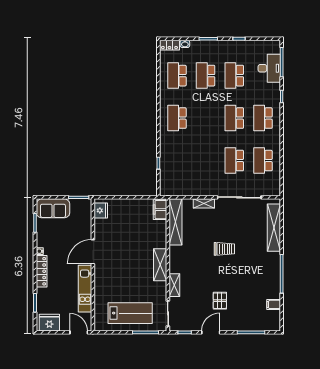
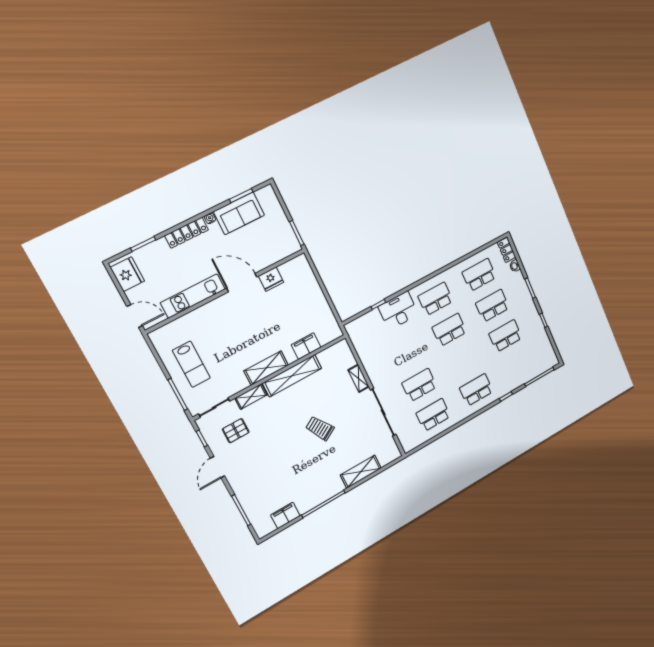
desk: (269, 68) -> (398, 311), moved, turned 180
school desk: (234, 118) -> (449, 330), moved
sofa: (53, 208) -> (239, 213), moved, turned -90
fridge: (101, 210) -> (271, 279), moved
filing cabinet: (160, 210) -> (306, 346), moved
shelving: (176, 222) -> (292, 376), moved
shelving: (274, 228) -> (361, 472), width x0.68
trolley: (224, 249) -> (320, 428), turned 149
pallet: (220, 301) -> (236, 431), moved
filing cabinet: (274, 304) -> (285, 515), width x2.00
lab bench: (130, 313) -> (191, 364), width x0.73, depth x0.72
door: (79, 332) -> (135, 316), hinge flipped
door: (211, 332) -> (218, 467), swing flipped

